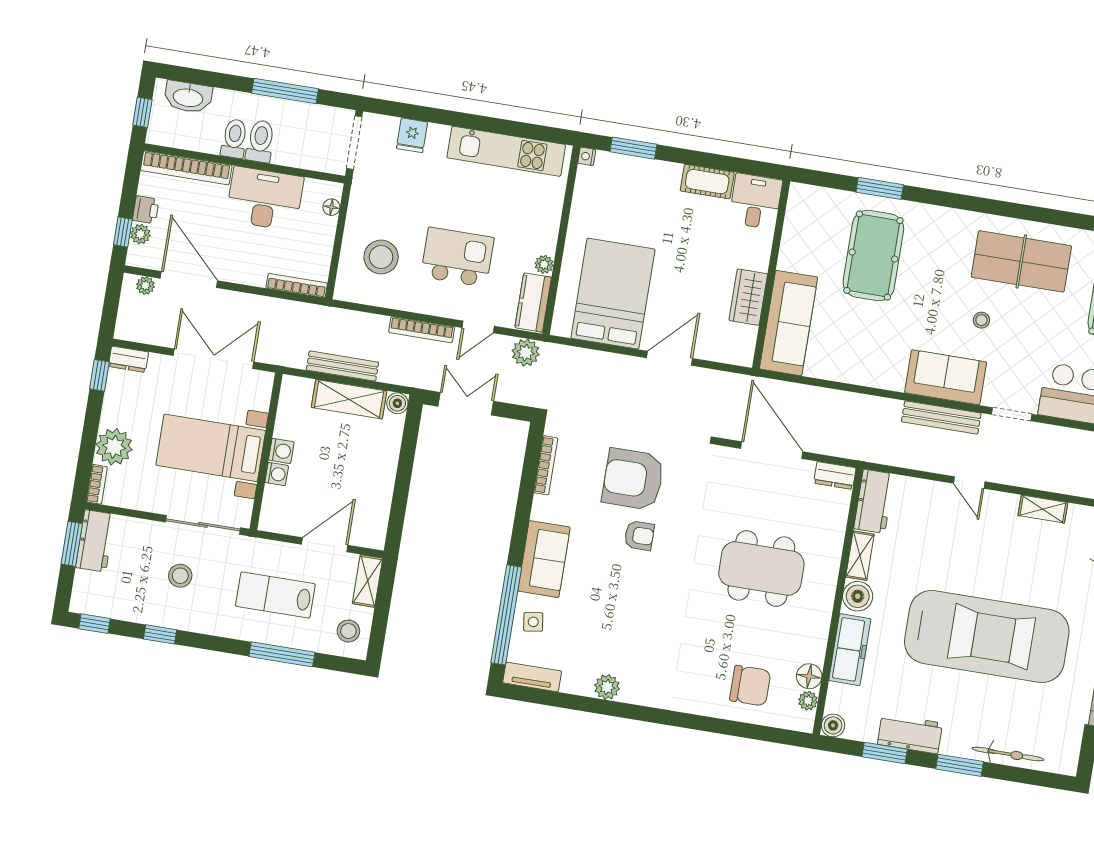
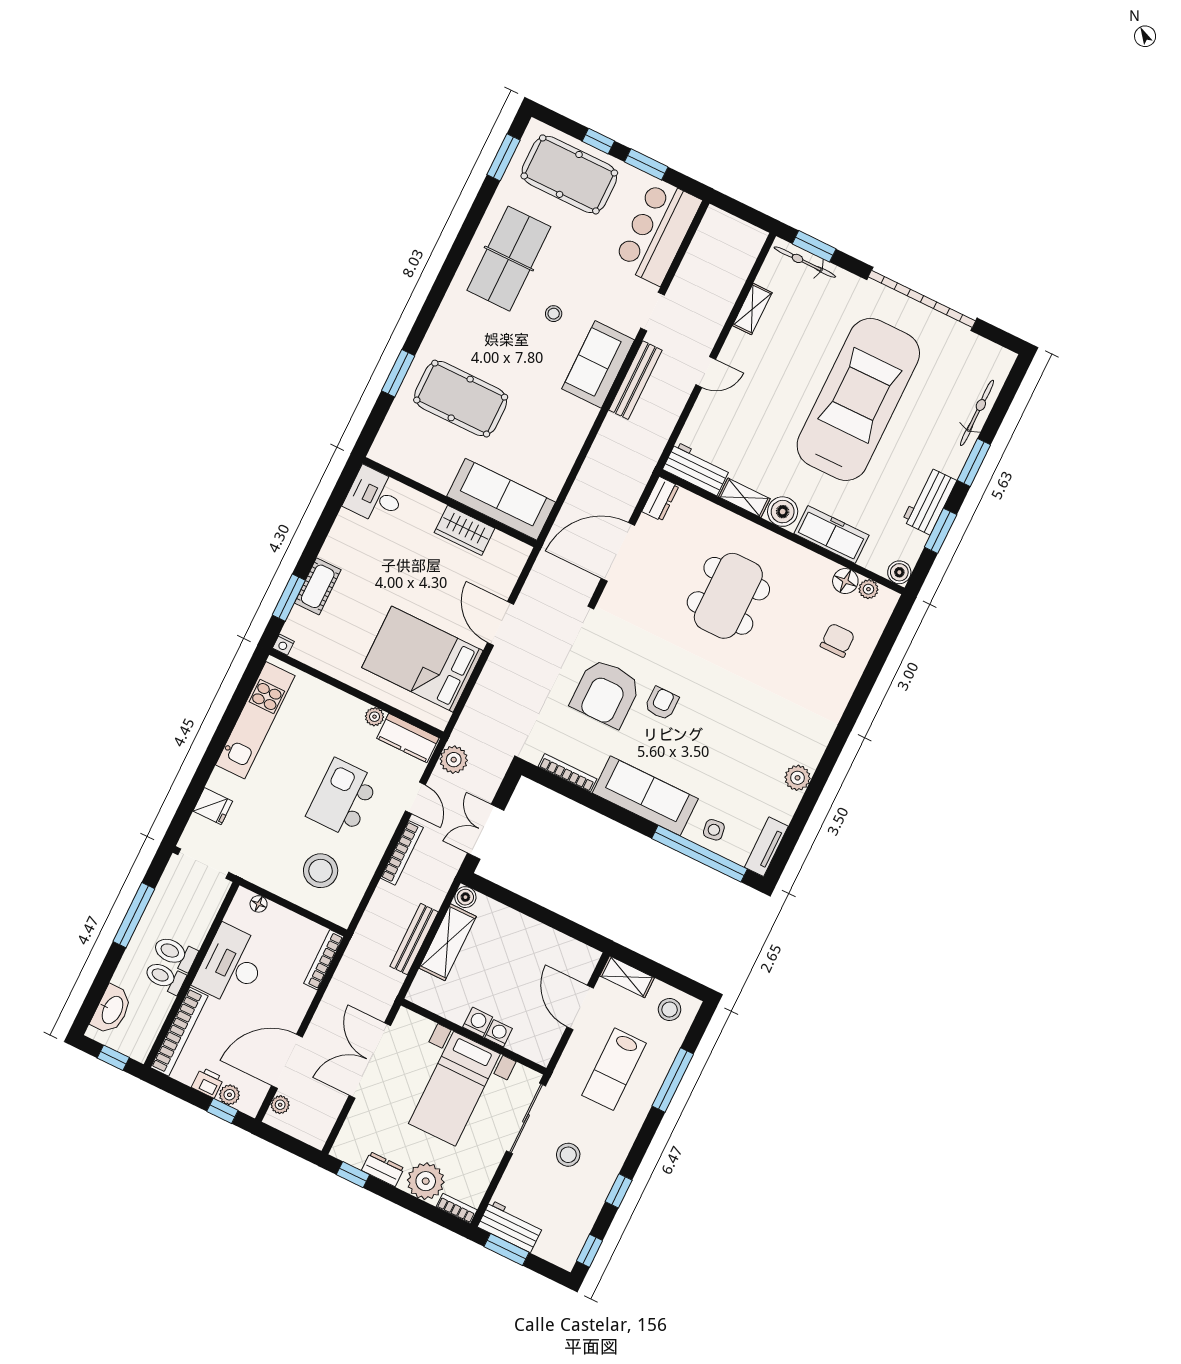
cot: (707, 182) -> (318, 586), moved
dresser: (129, 359) -> (383, 1169), moved, turned -90
sofa: (544, 559) -> (645, 796), width x1.36
chair: (750, 686) -> (837, 640), width x0.73, depth x0.73

